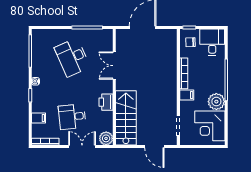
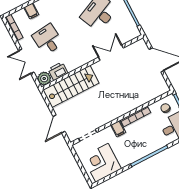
printer: (106, 102) -> (58, 71), moved
plant: (216, 102) -> (126, 157), removed
double door: (82, 147) -> (26, 61), swing flipped

